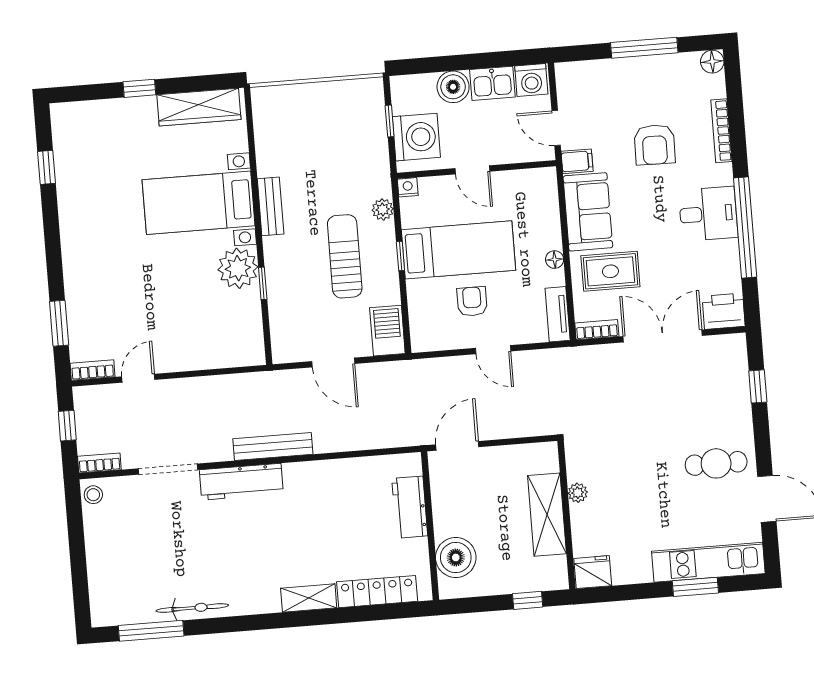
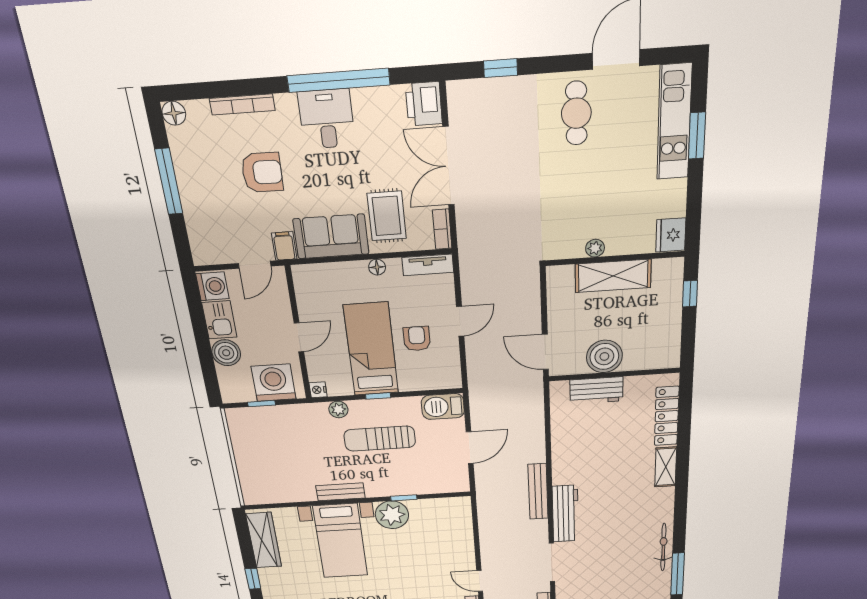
armchair: (472, 301) -> (417, 339), turned 90
boiler: (456, 557) -> (604, 356), moved

